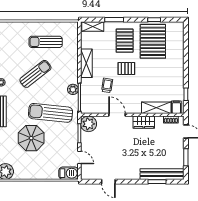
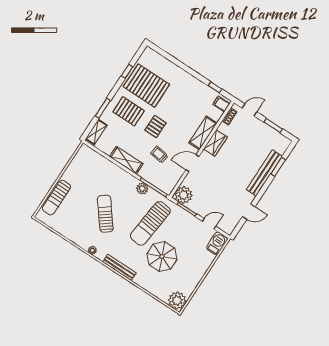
sun lounger: (46, 42) -> (56, 198), moved
shelving: (156, 108) -> (203, 133), moved
bench: (162, 174) -> (264, 173), moved

